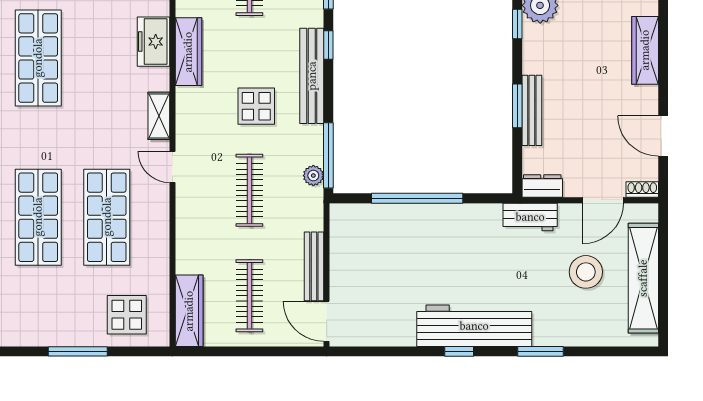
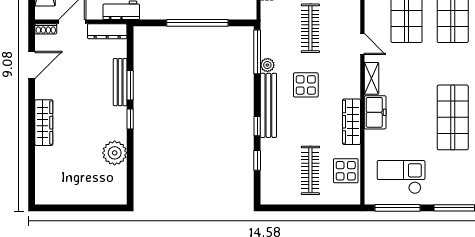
window: (517, 24) -> (130, 119), moved
freezer: (153, 42) -> (375, 112), moved
door: (663, 136) -> (32, 65), hinge flipped
plant: (313, 176) -> (267, 65), moved
dresser: (542, 186) -> (107, 31), width x1.44

